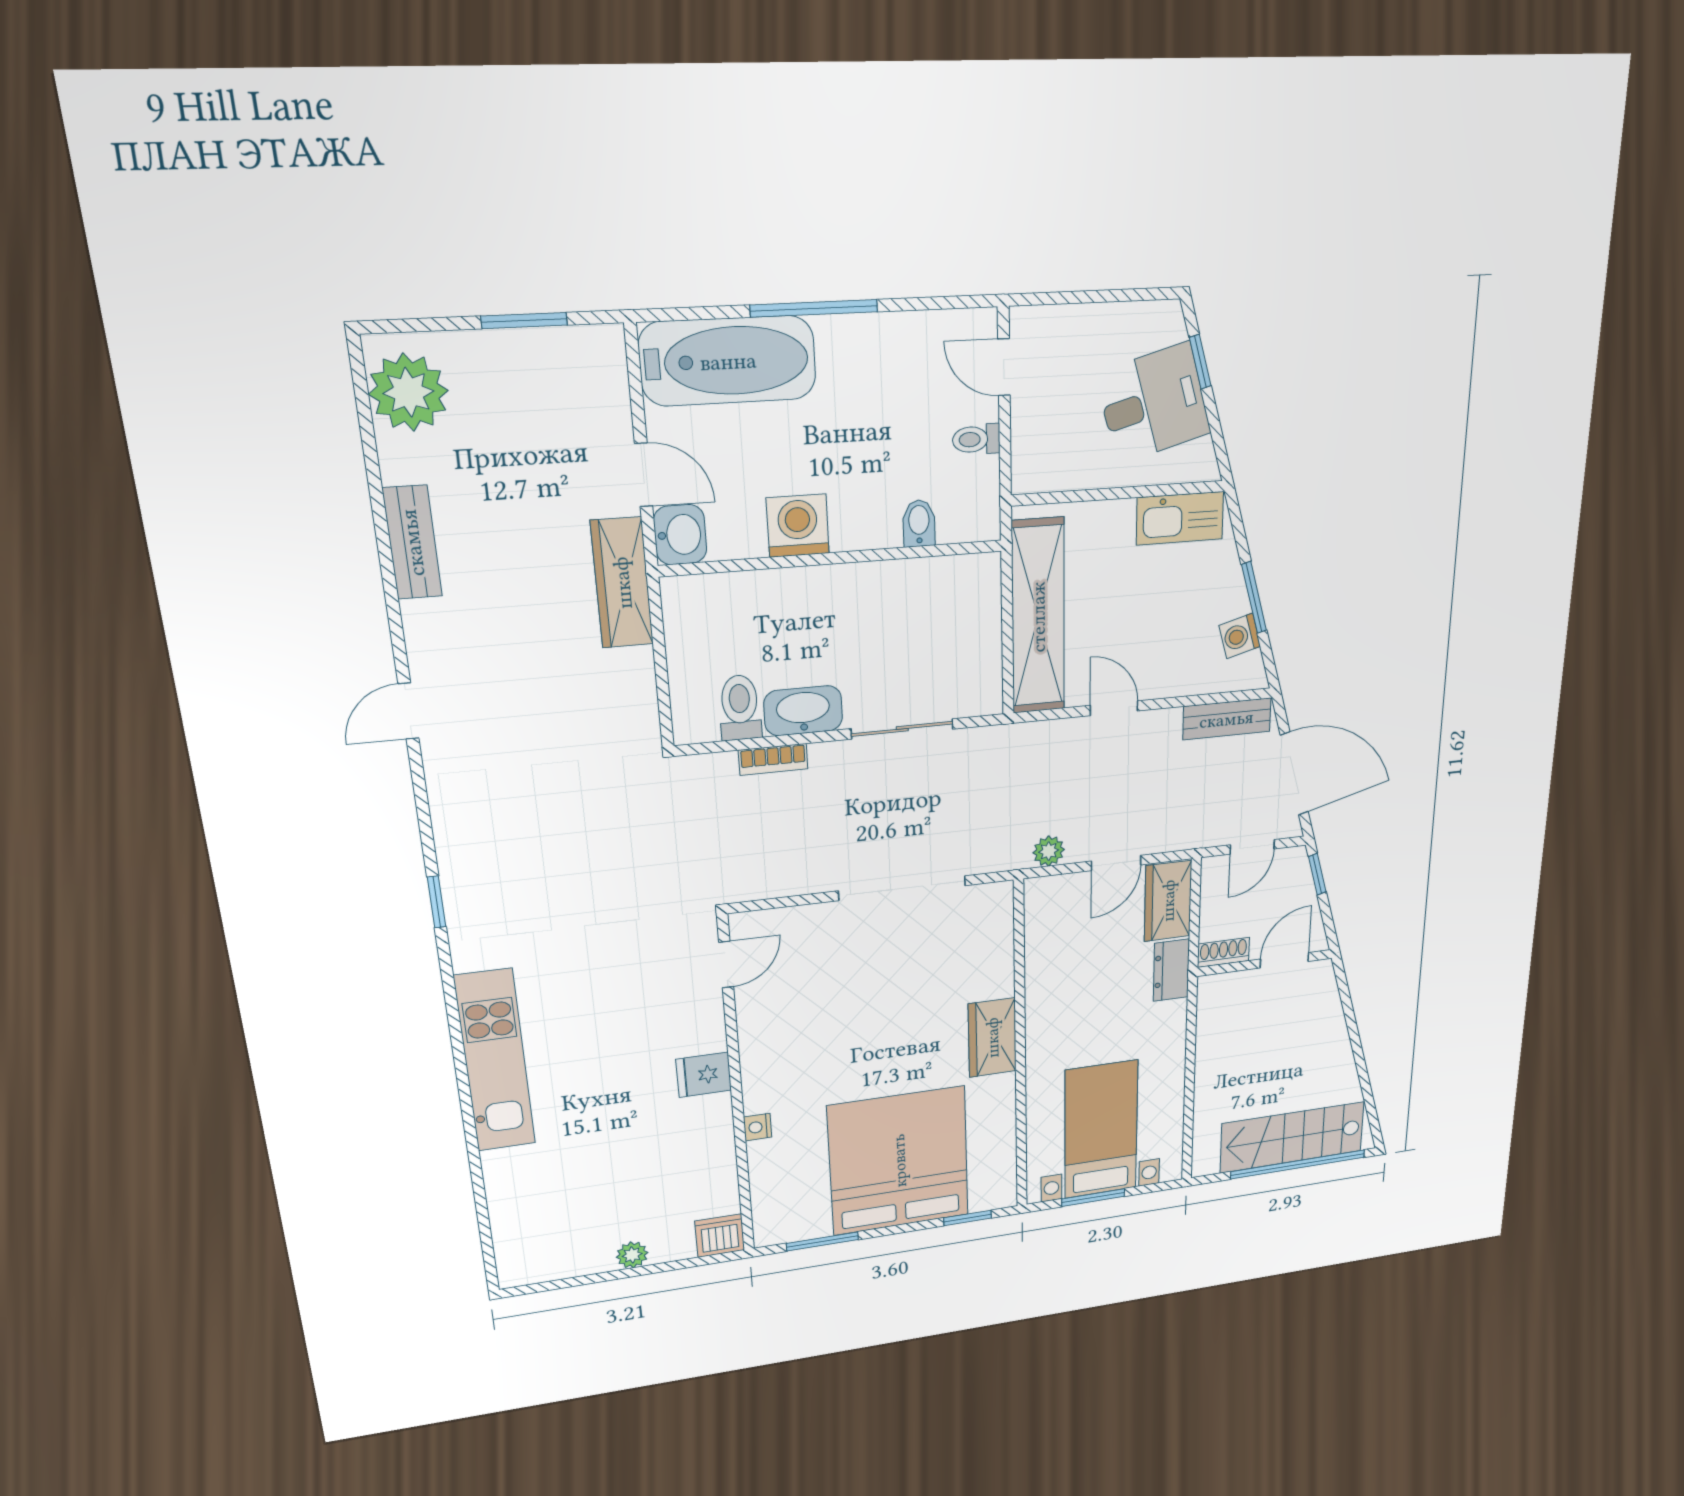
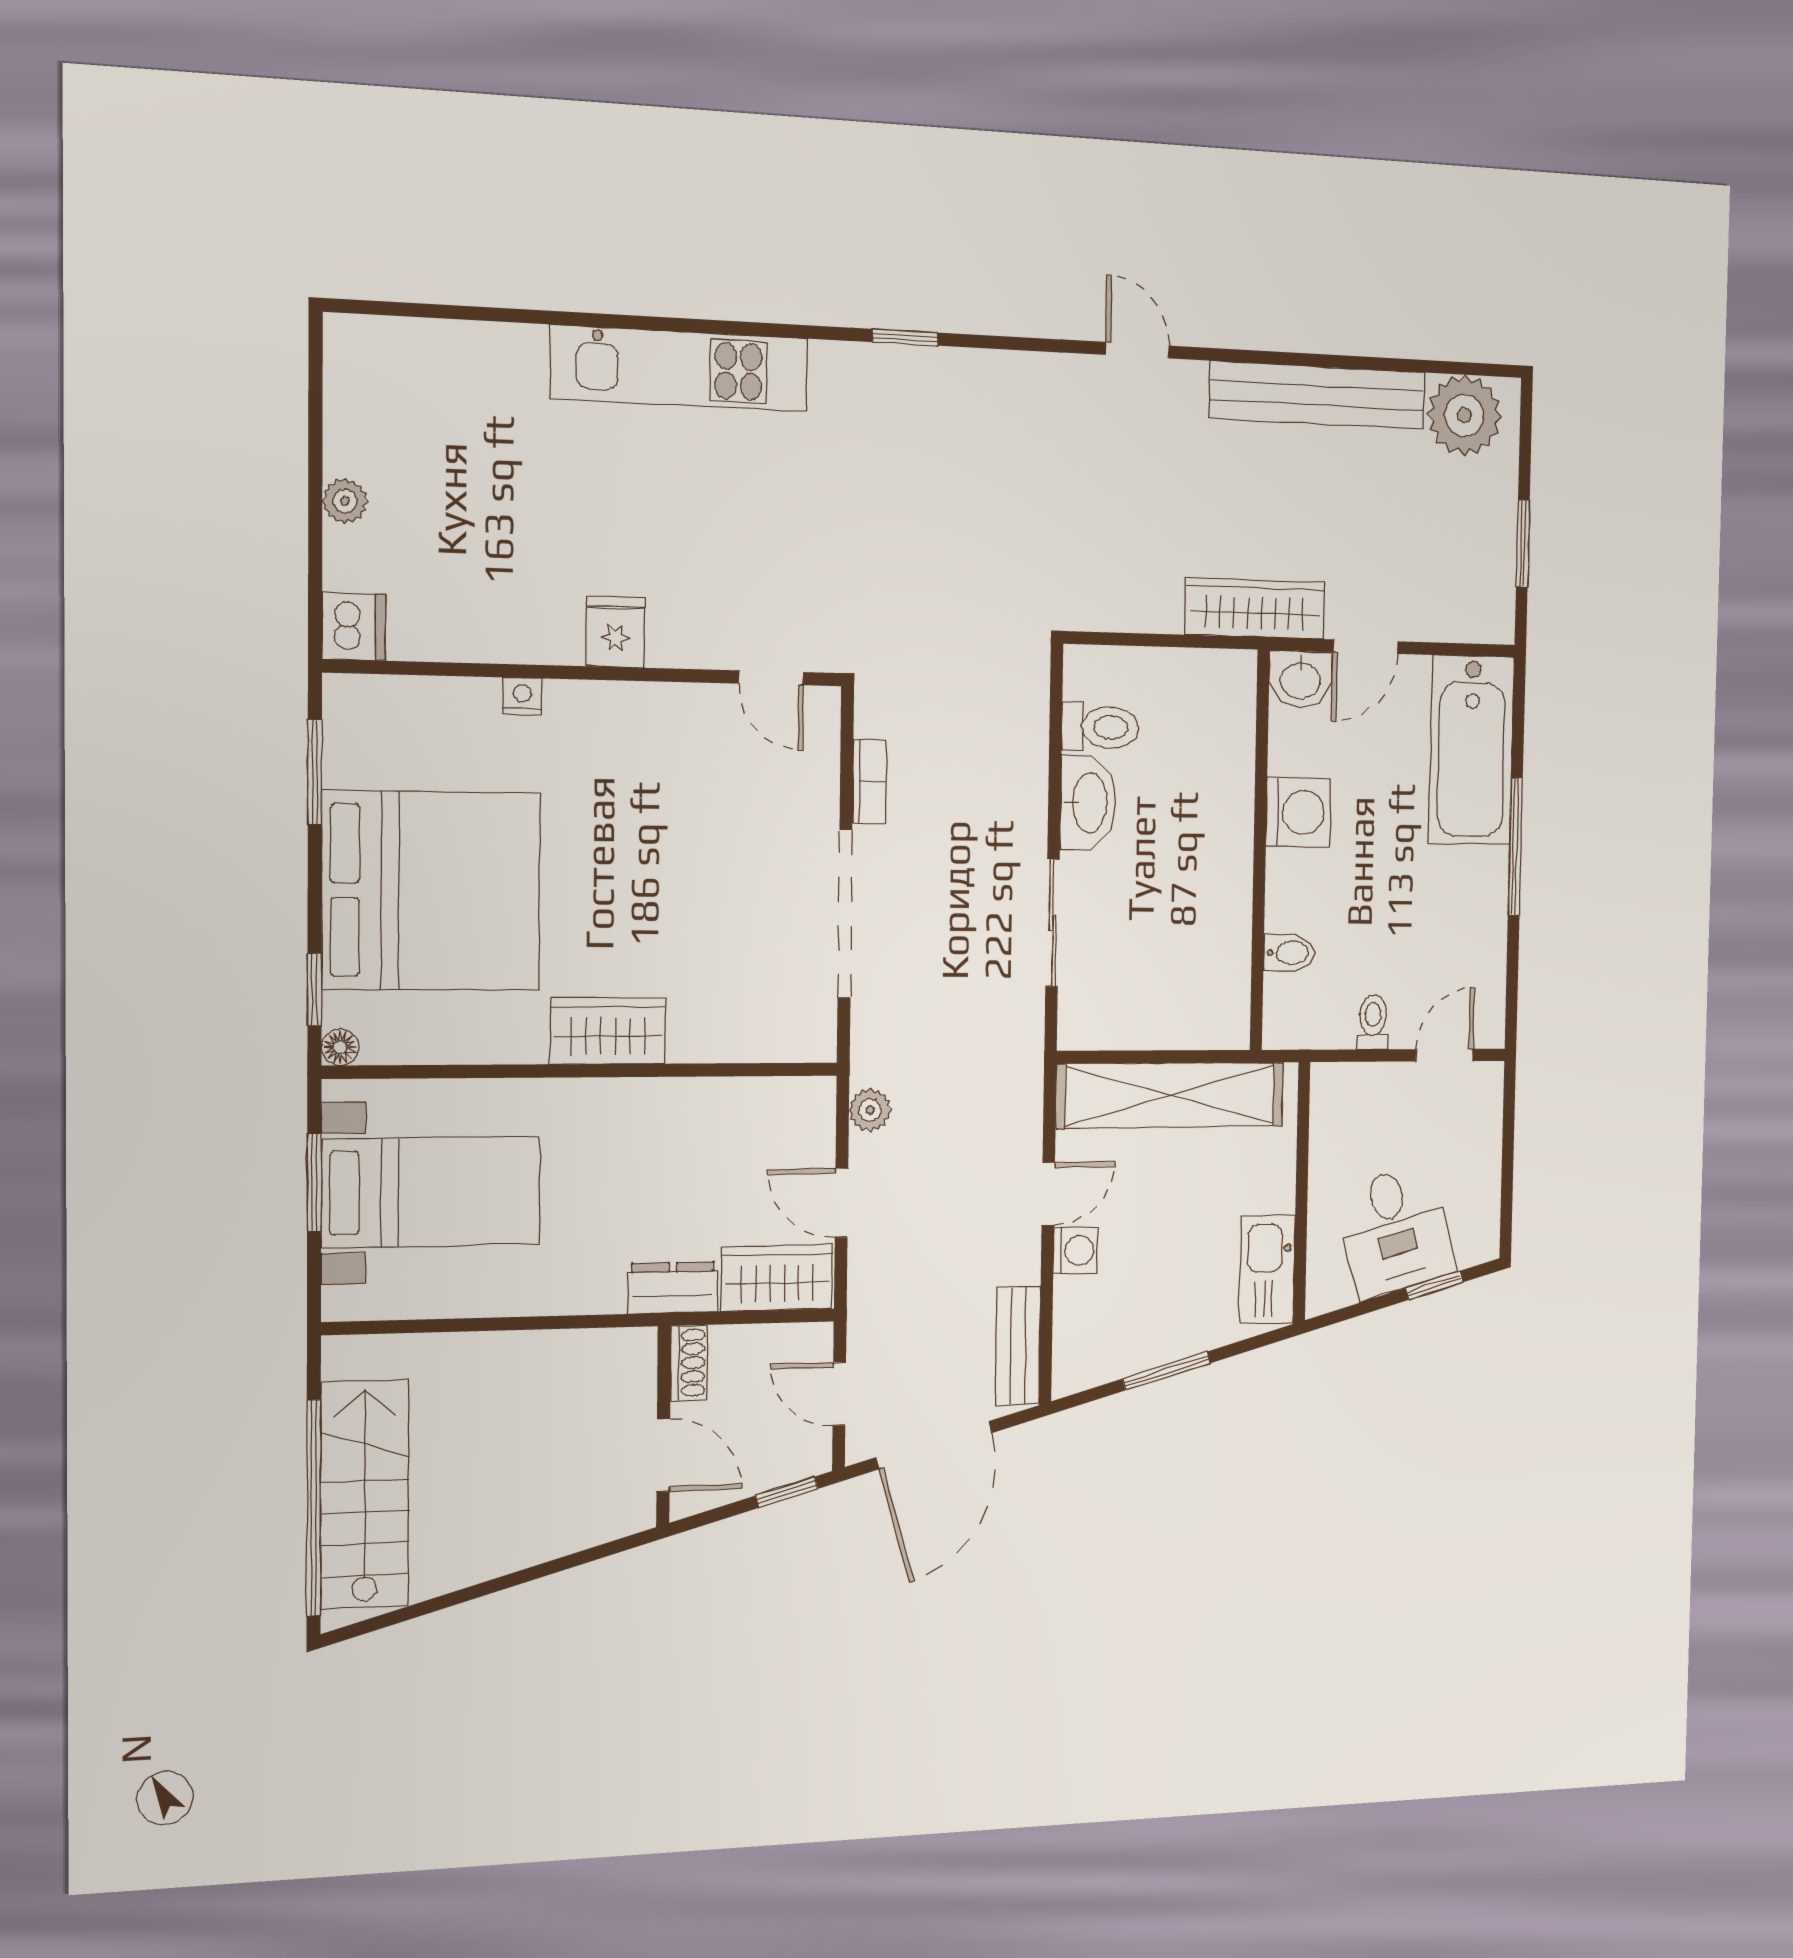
bench: (412, 542) -> (1317, 395), width x1.86, depth x1.21
washing machine: (1240, 636) -> (1076, 1250), moved, turned 106
bookcase: (773, 759) -> (869, 782), moved, turned 180
floor lamp: (1005, 1197) -> (340, 1047), added

